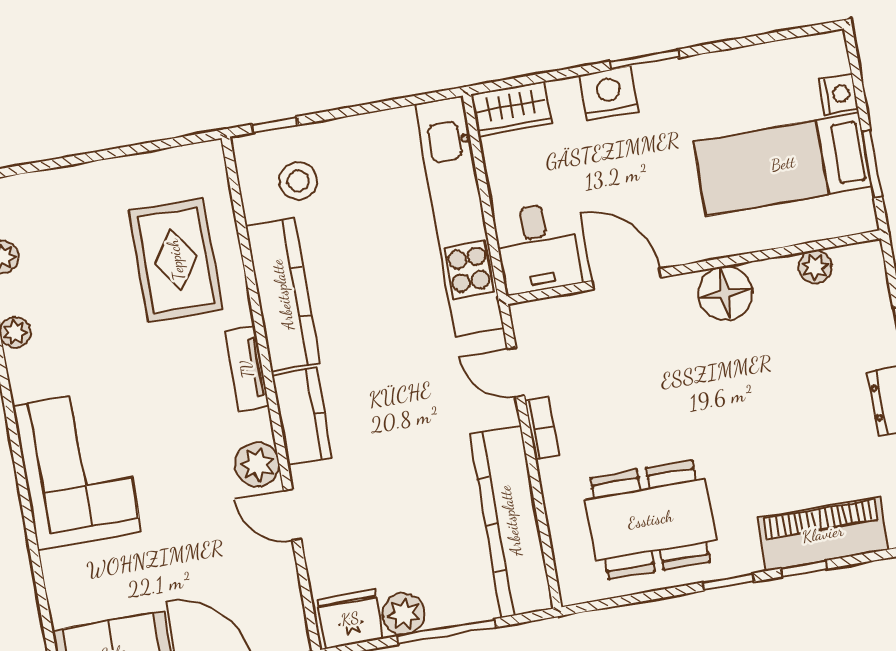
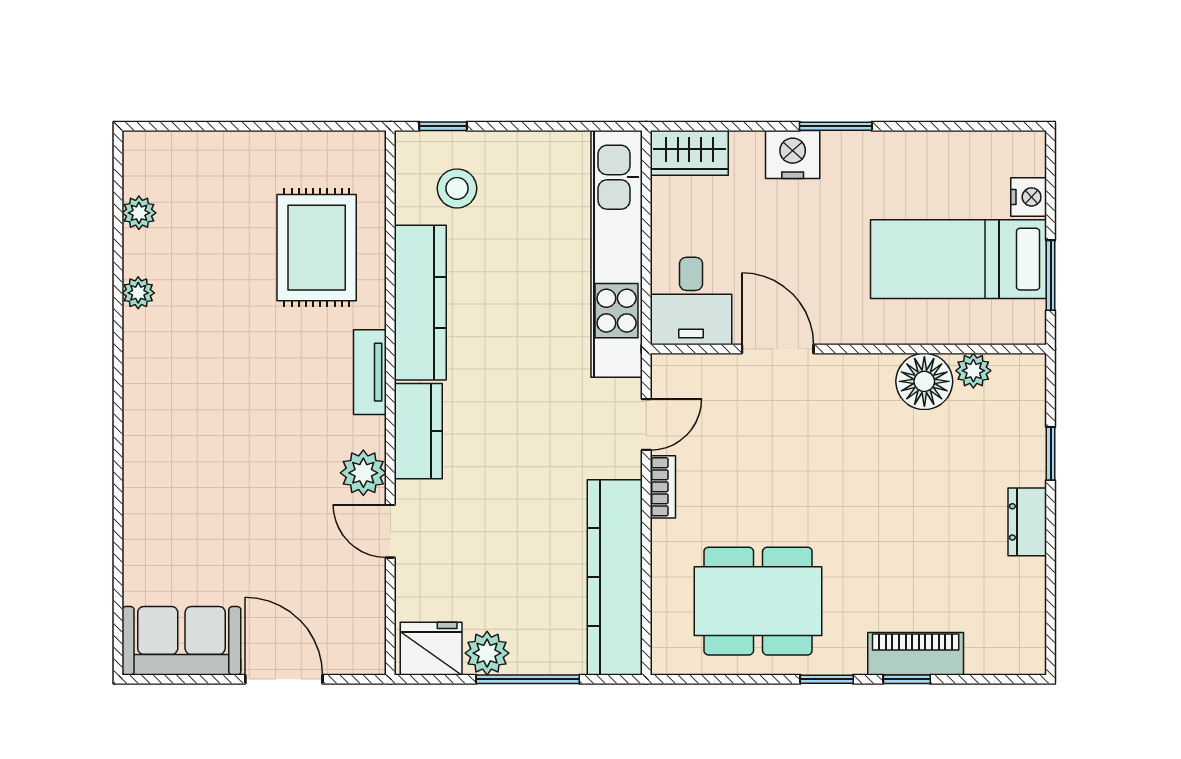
floor lamp: (725, 293) -> (924, 381), moved
door: (516, 372) -> (646, 424), swing flipped
corner sofa: (77, 469) -> (177, 445), removed
piano: (823, 534) -> (916, 654), width x0.73, depth x0.75

